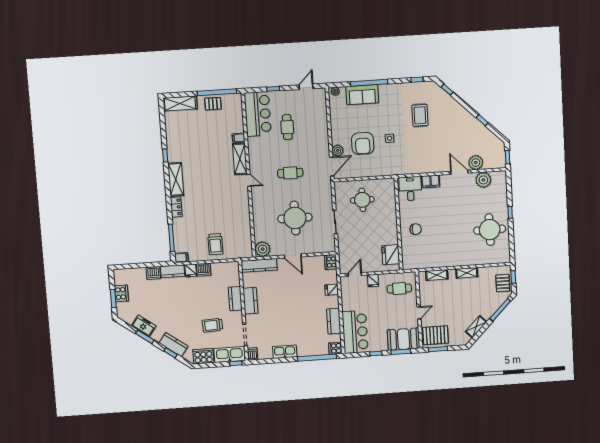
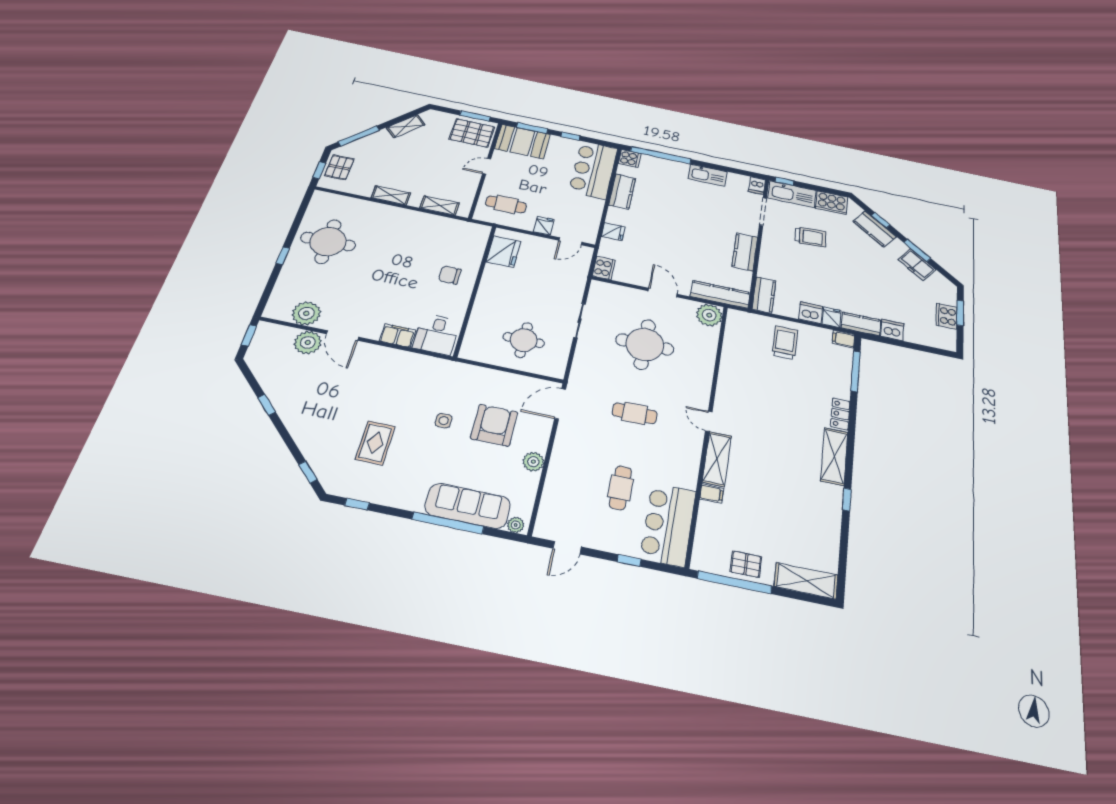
sofa: (362, 95) -> (468, 506), width x1.36
plant: (338, 150) -> (533, 462), moved
kitchen counter: (235, 299) -> (764, 295), moved

